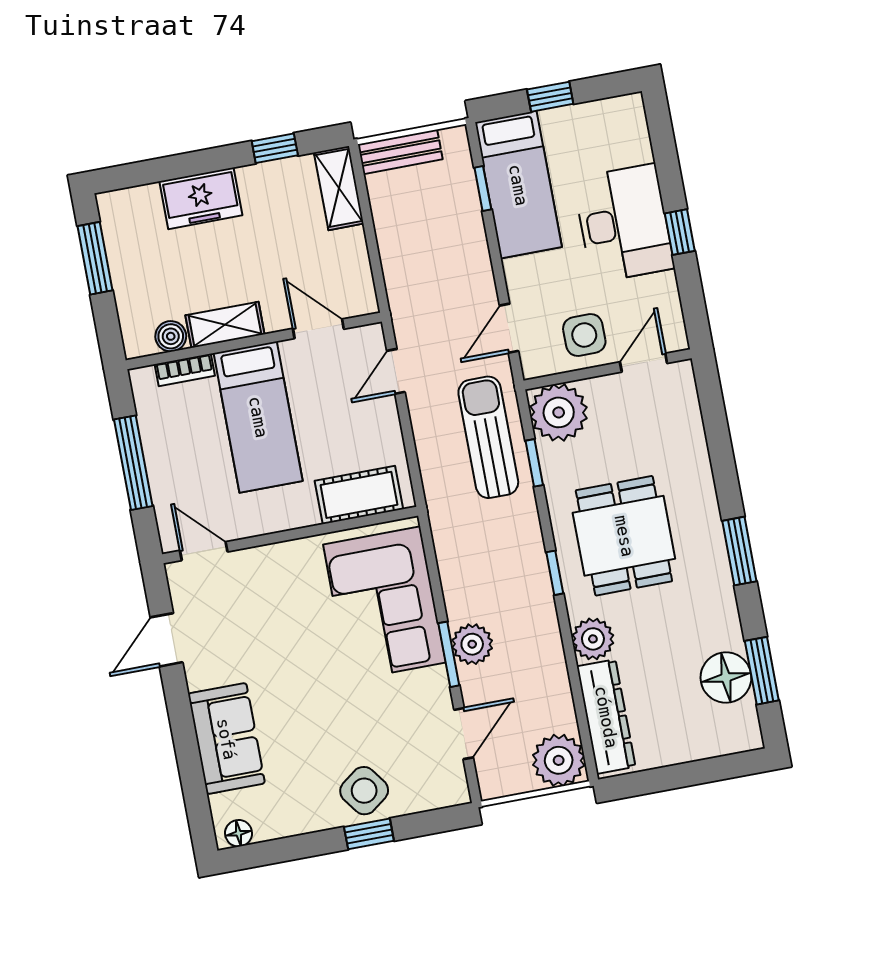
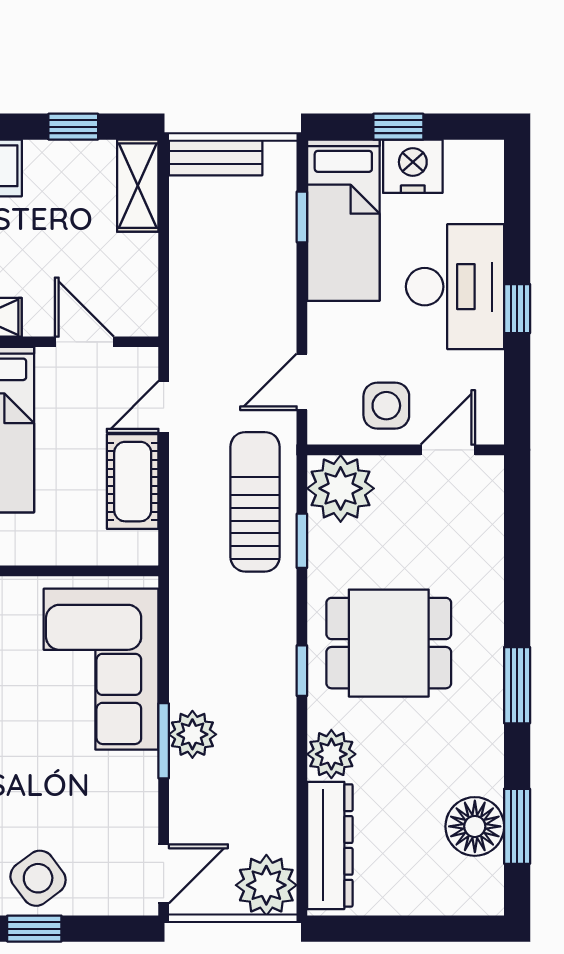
nightstand: (569, 128) -> (413, 166), added
cot: (359, 495) -> (133, 482), moved, turned 90
dining table: (624, 536) -> (389, 643), turned 90
door: (464, 734) -> (164, 874), moved

